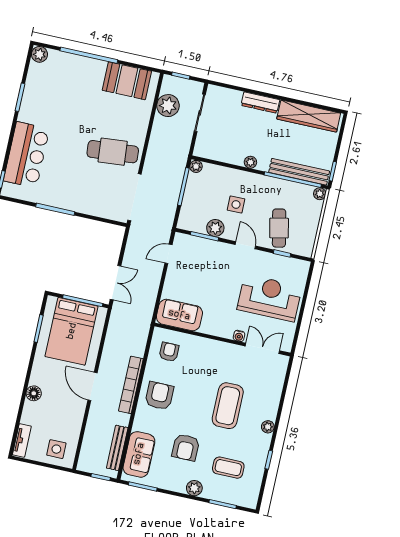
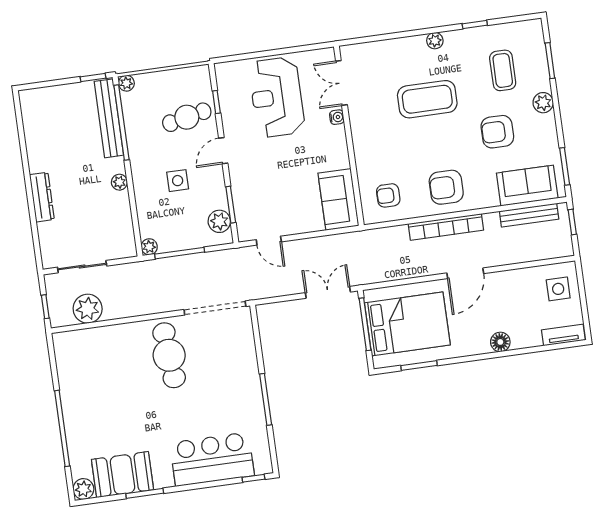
booth: (127, 81) -> (123, 475), moved, turned 90
wardrobe: (309, 116) -> (36, 132), removed
plant: (215, 228) -> (219, 221), moved
armchair: (186, 447) -> (497, 132), turned 180

